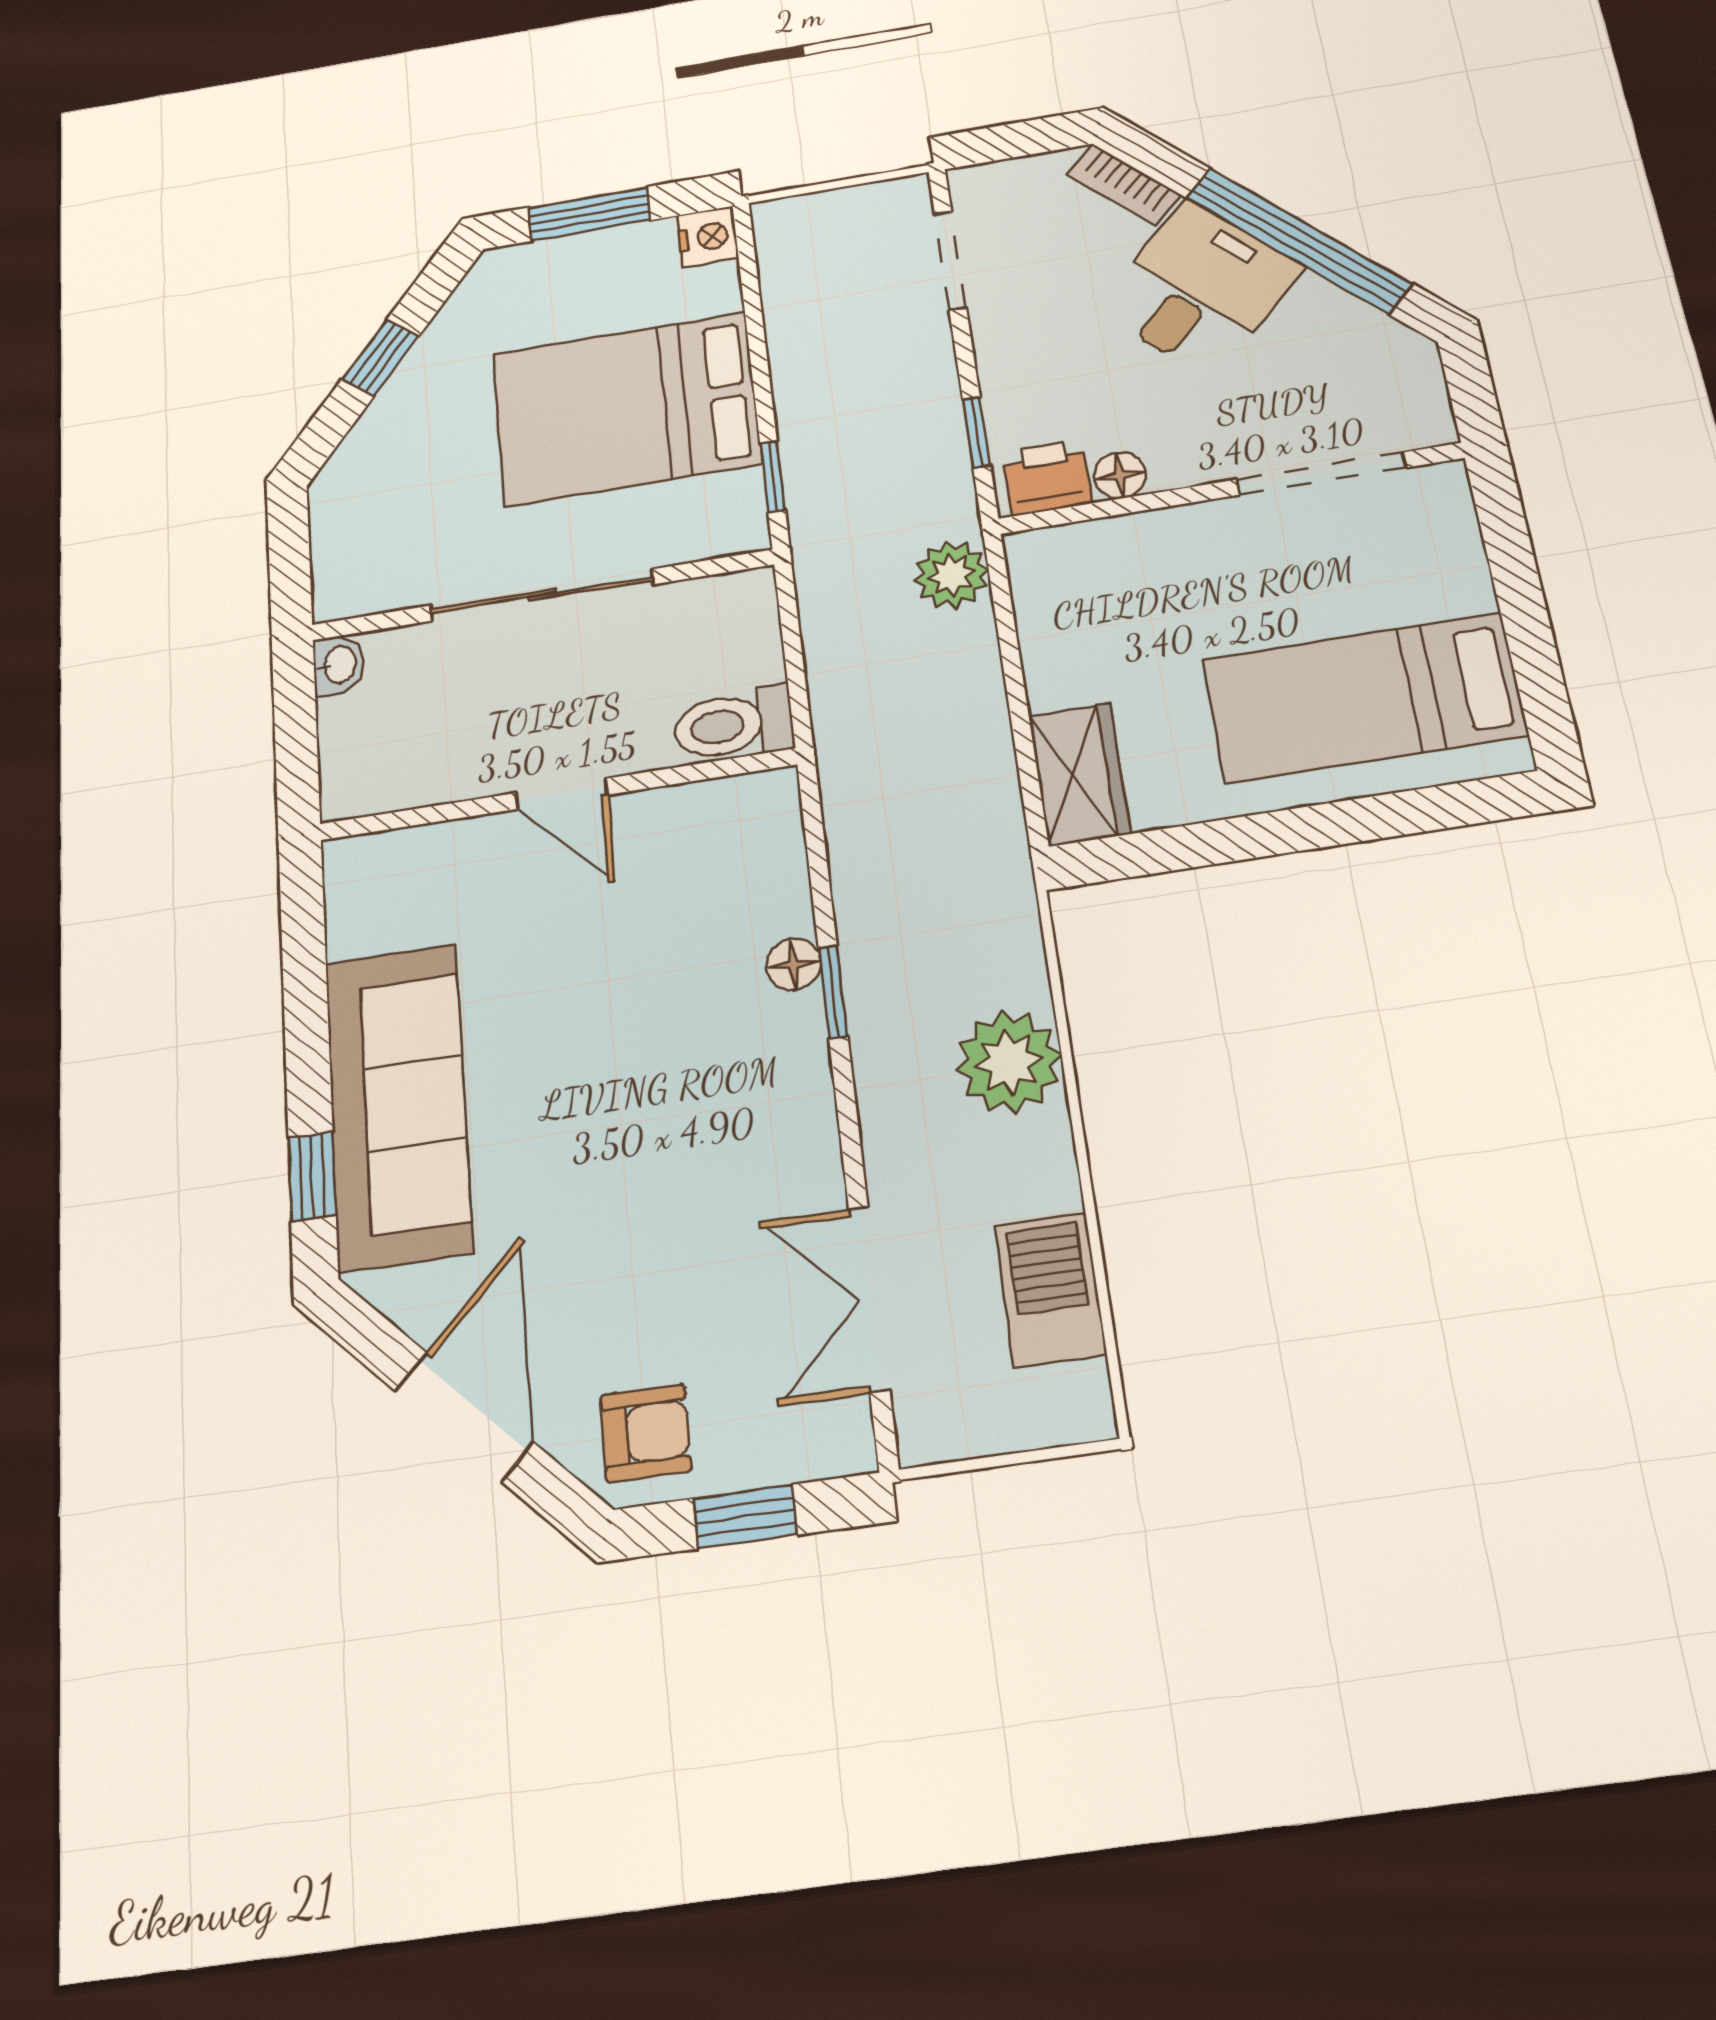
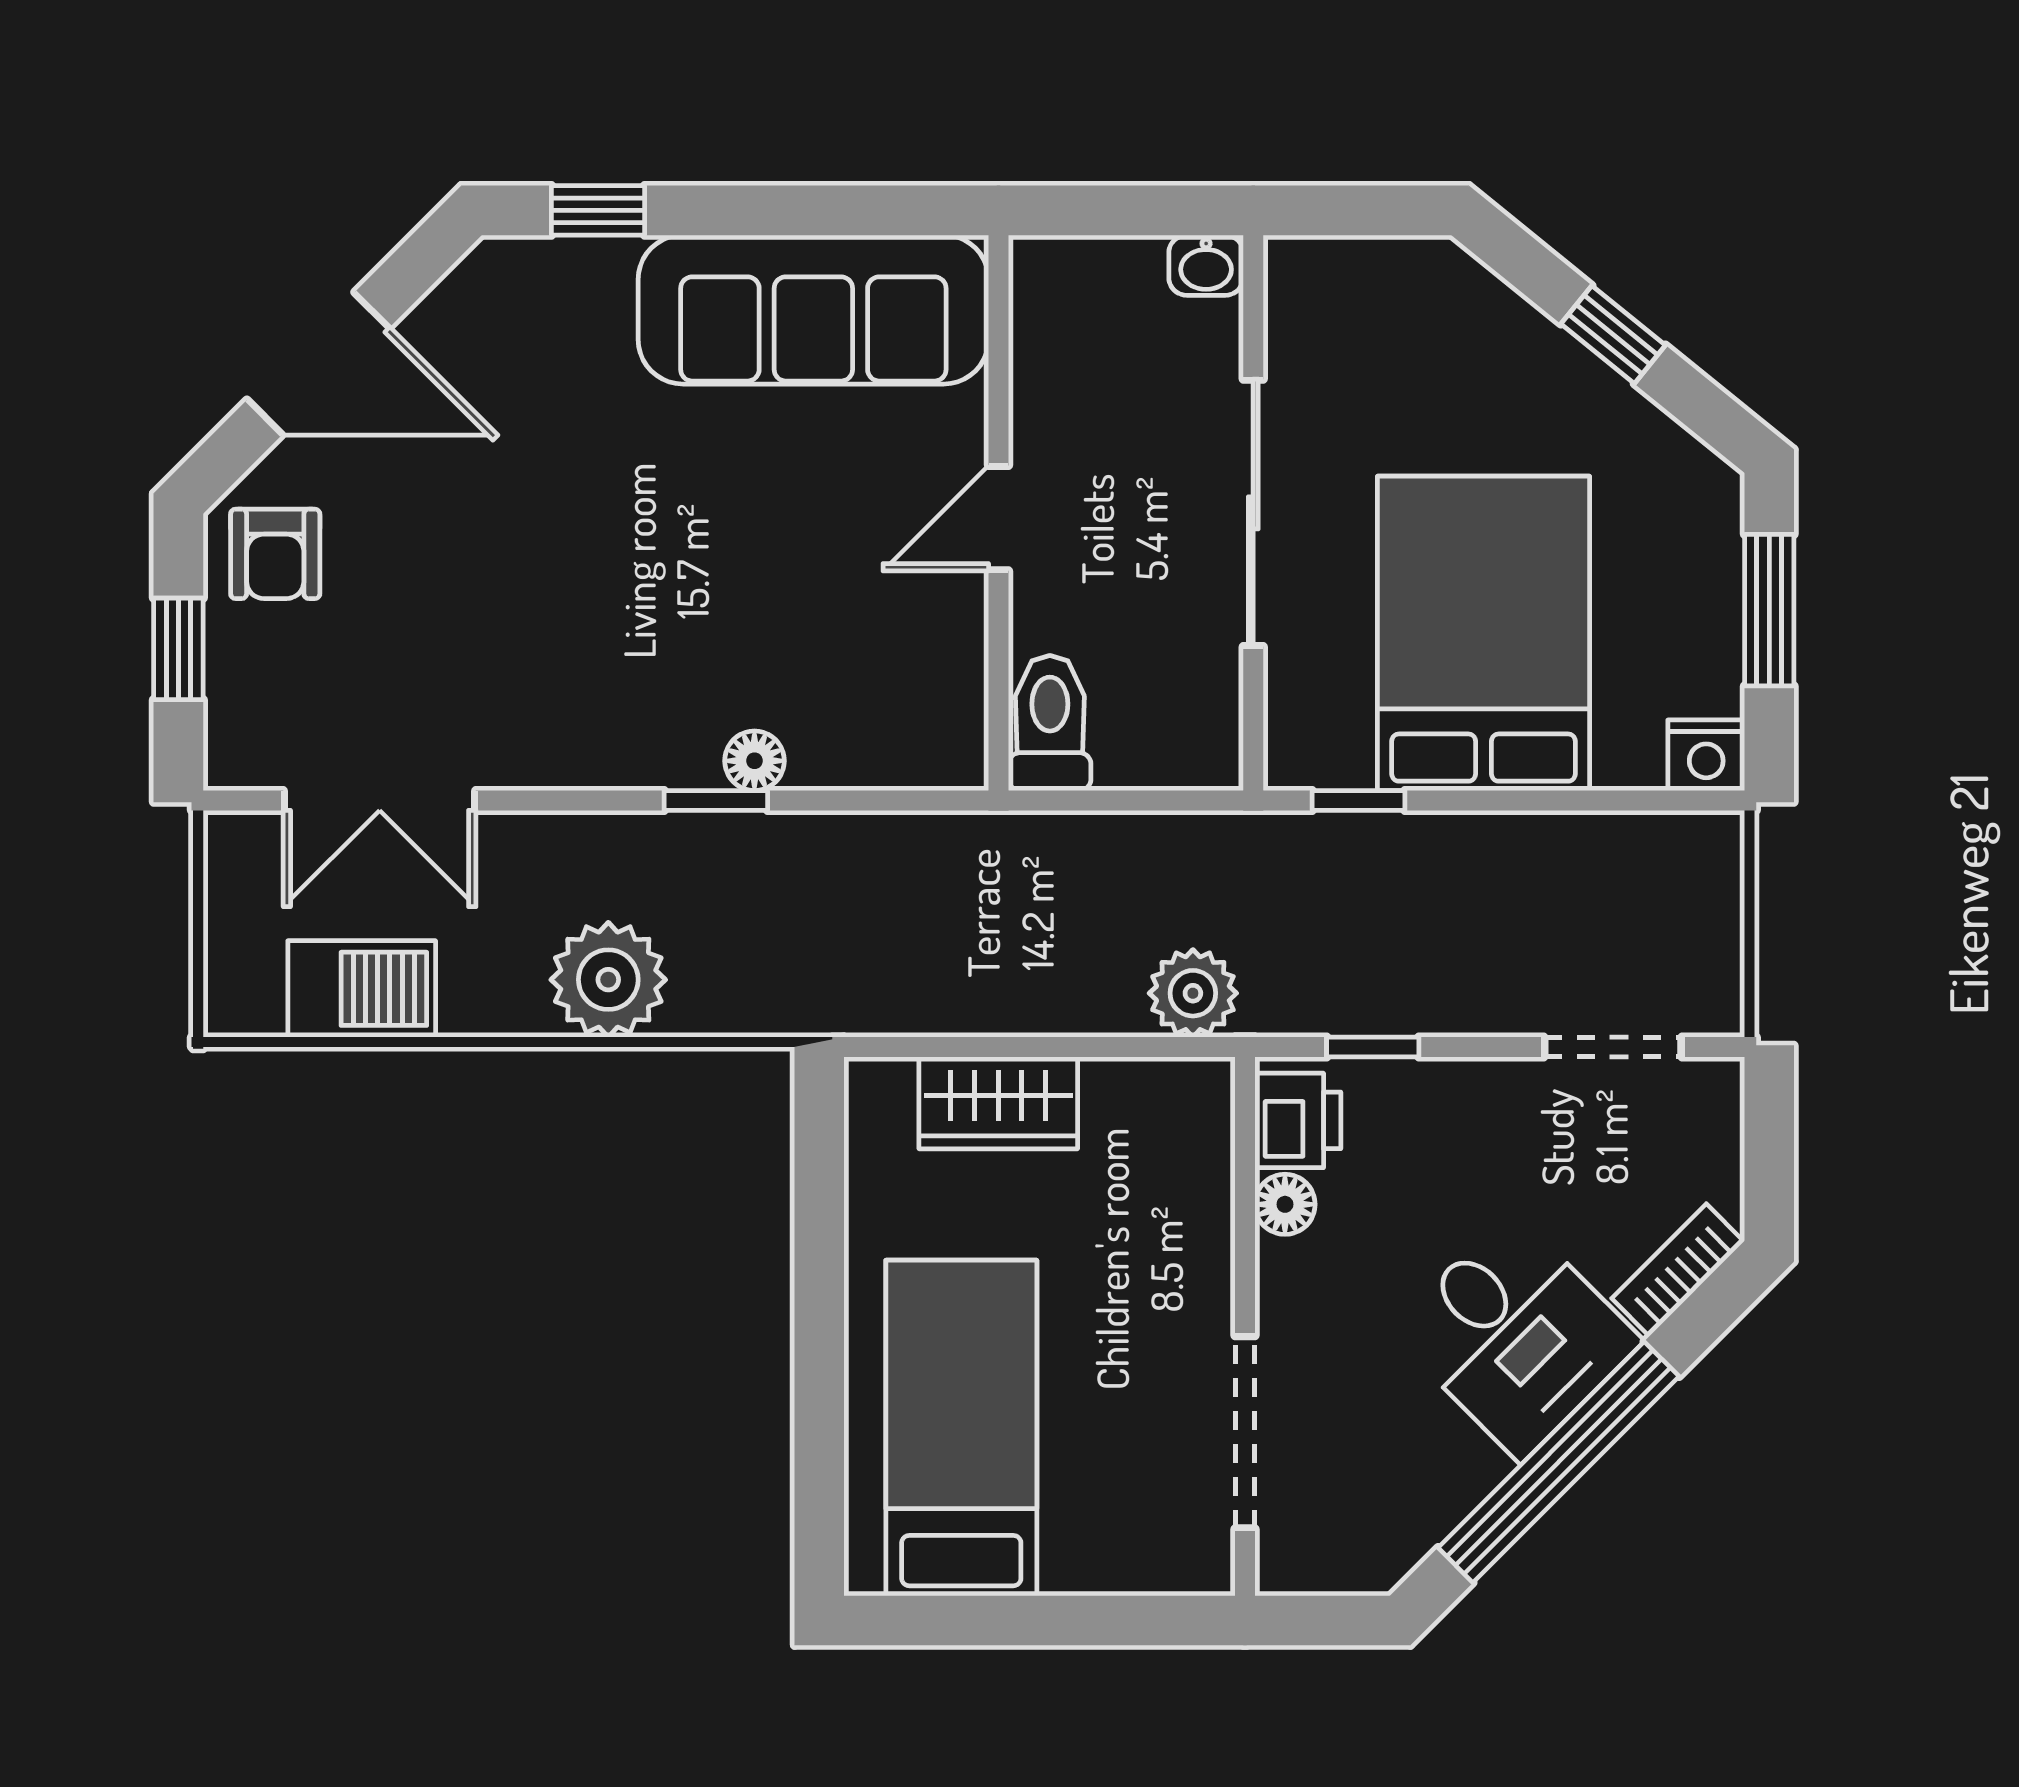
wardrobe: (1079, 774) -> (998, 1103), moved
sofa: (398, 1106) -> (813, 310), moved
double door: (869, 1299) -> (380, 800), swing flipped

